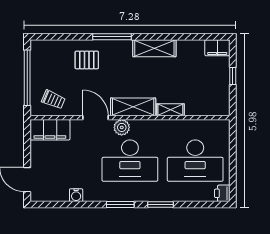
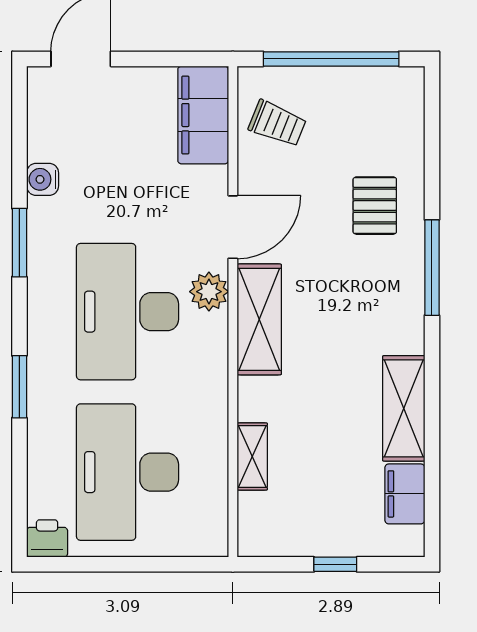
shelving: (154, 48) -> (404, 408), moved
filing cabinet: (217, 48) -> (405, 494), moved
trolley: (53, 100) -> (277, 124), turned -91
shelving: (170, 110) -> (252, 456), moved
window: (120, 205) -> (19, 243), moved

